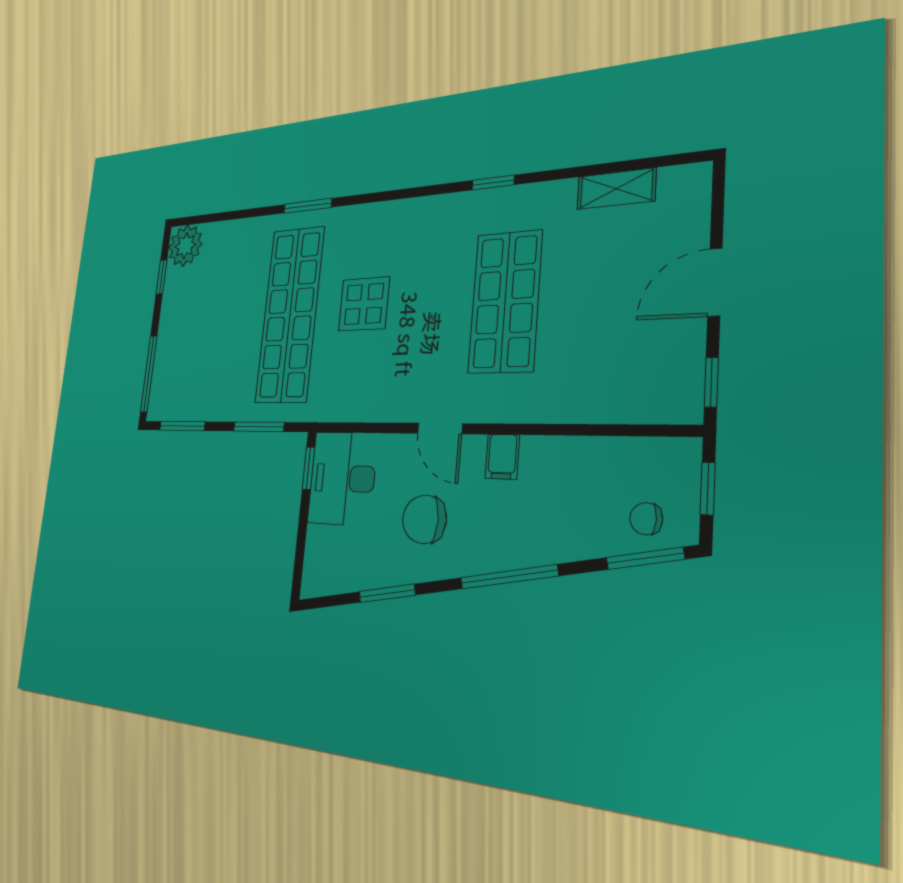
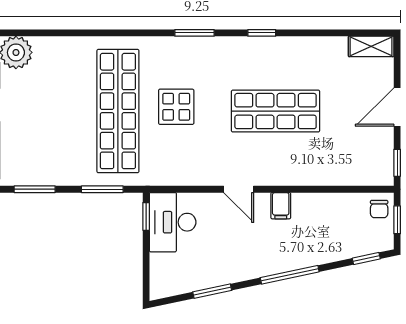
shelving: (616, 189) -> (371, 46), moved
window: (308, 206) -> (194, 33), moved
shop shelf: (505, 302) -> (276, 111), turned 90
chair: (424, 519) -> (233, 245), removed
chair: (646, 519) -> (379, 209), moved, turned -91
window: (645, 558) -> (366, 259), width x0.67

